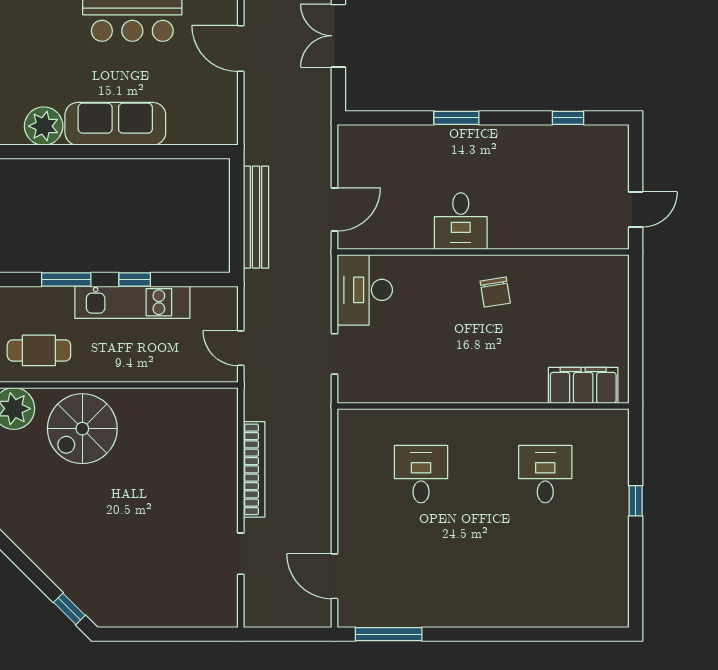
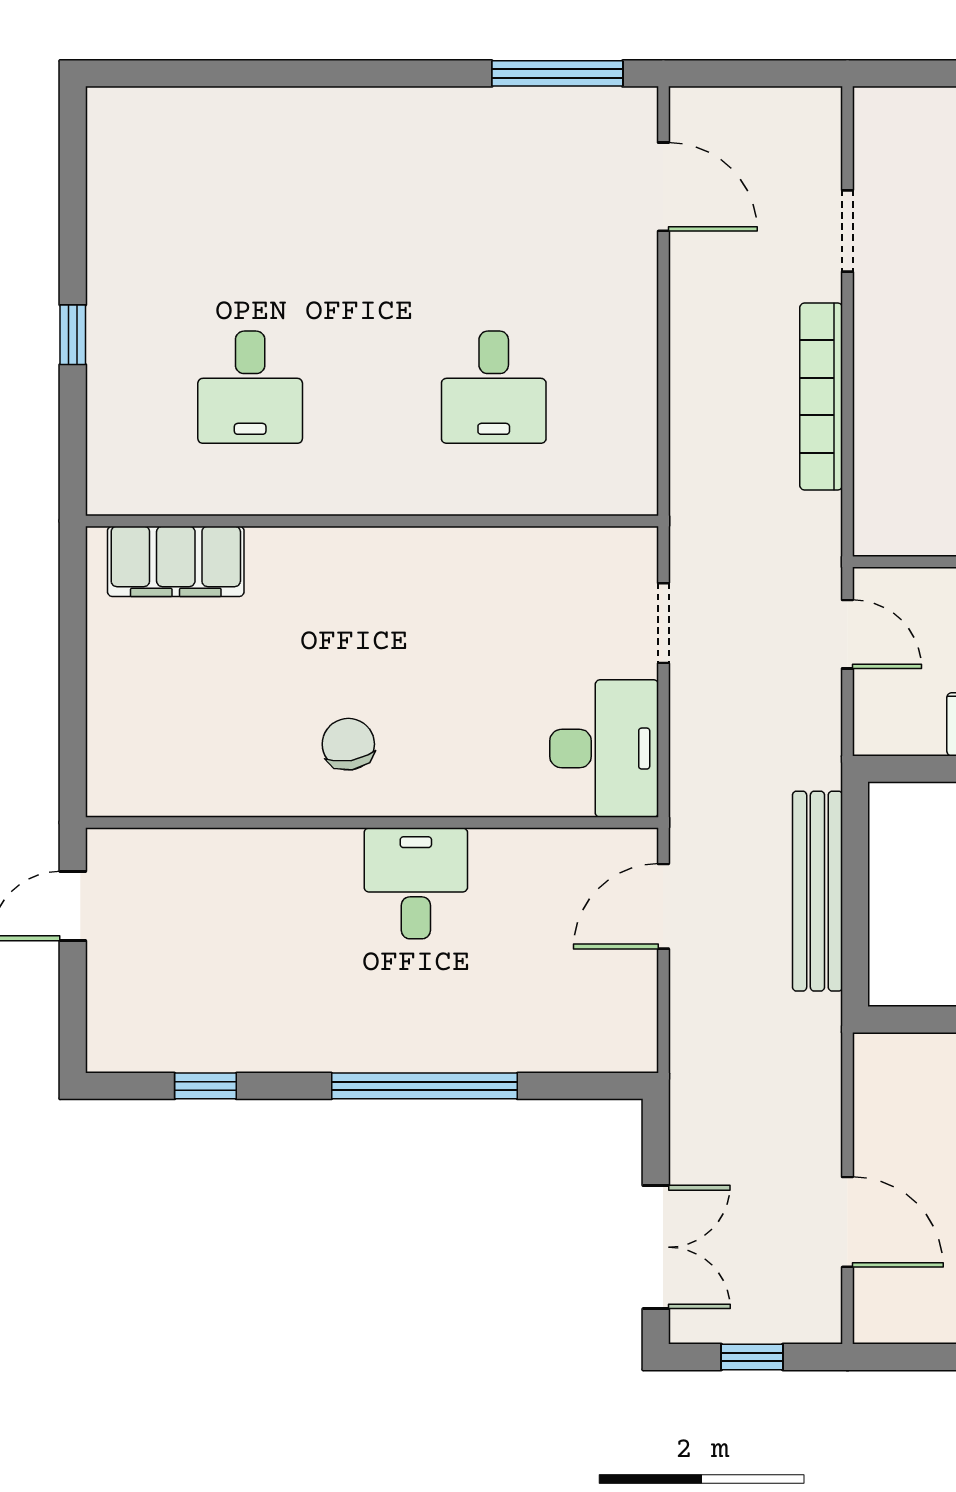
window: (456, 118) -> (424, 1086), width x2.11

